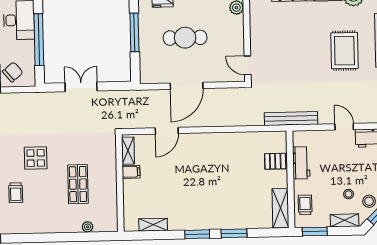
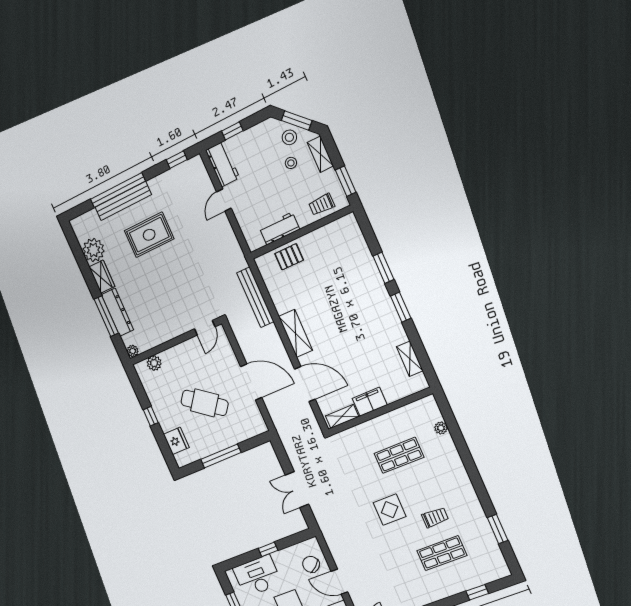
cafe table: (185, 38) -> (205, 403), turned -53
window: (39, 40) -> (268, 549), width x0.32
bench: (291, 119) -> (255, 297), moved
door: (167, 131) -> (305, 384), width x1.36
pallet: (275, 161) -> (289, 257), turned 90
filing cabinet: (131, 172) -> (370, 402), width x2.00
shelving: (280, 208) -> (296, 333), moved, turned 90

